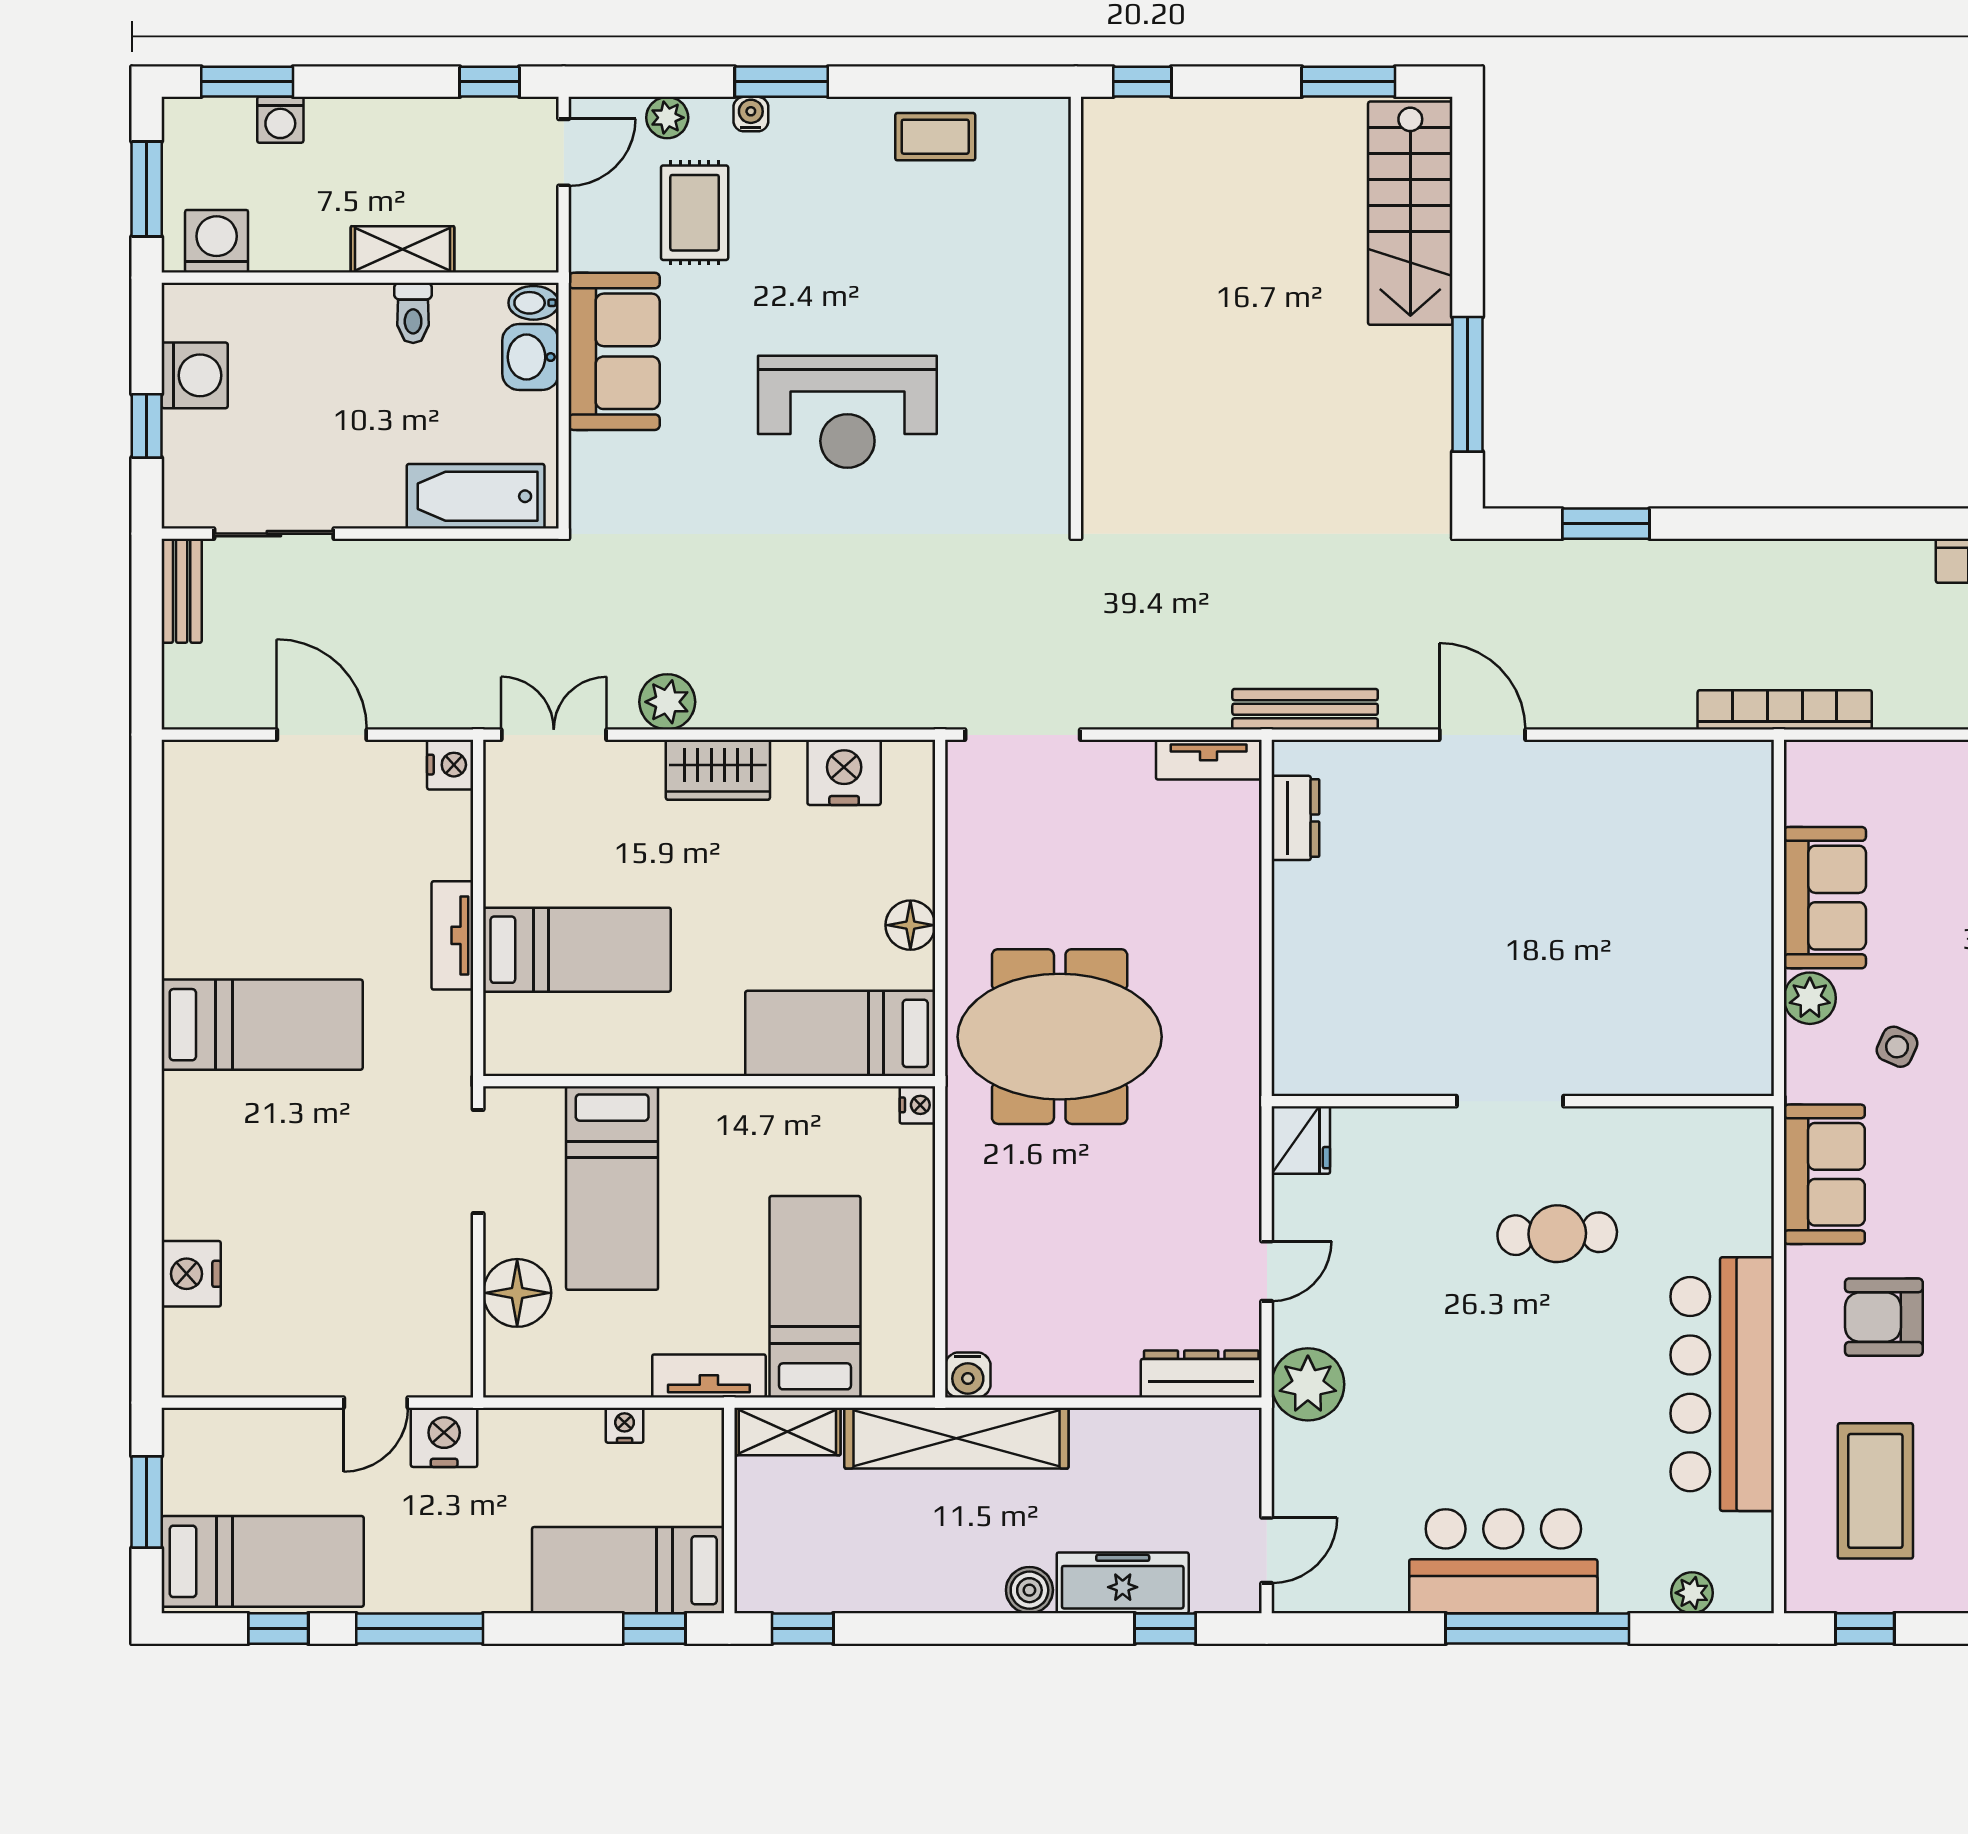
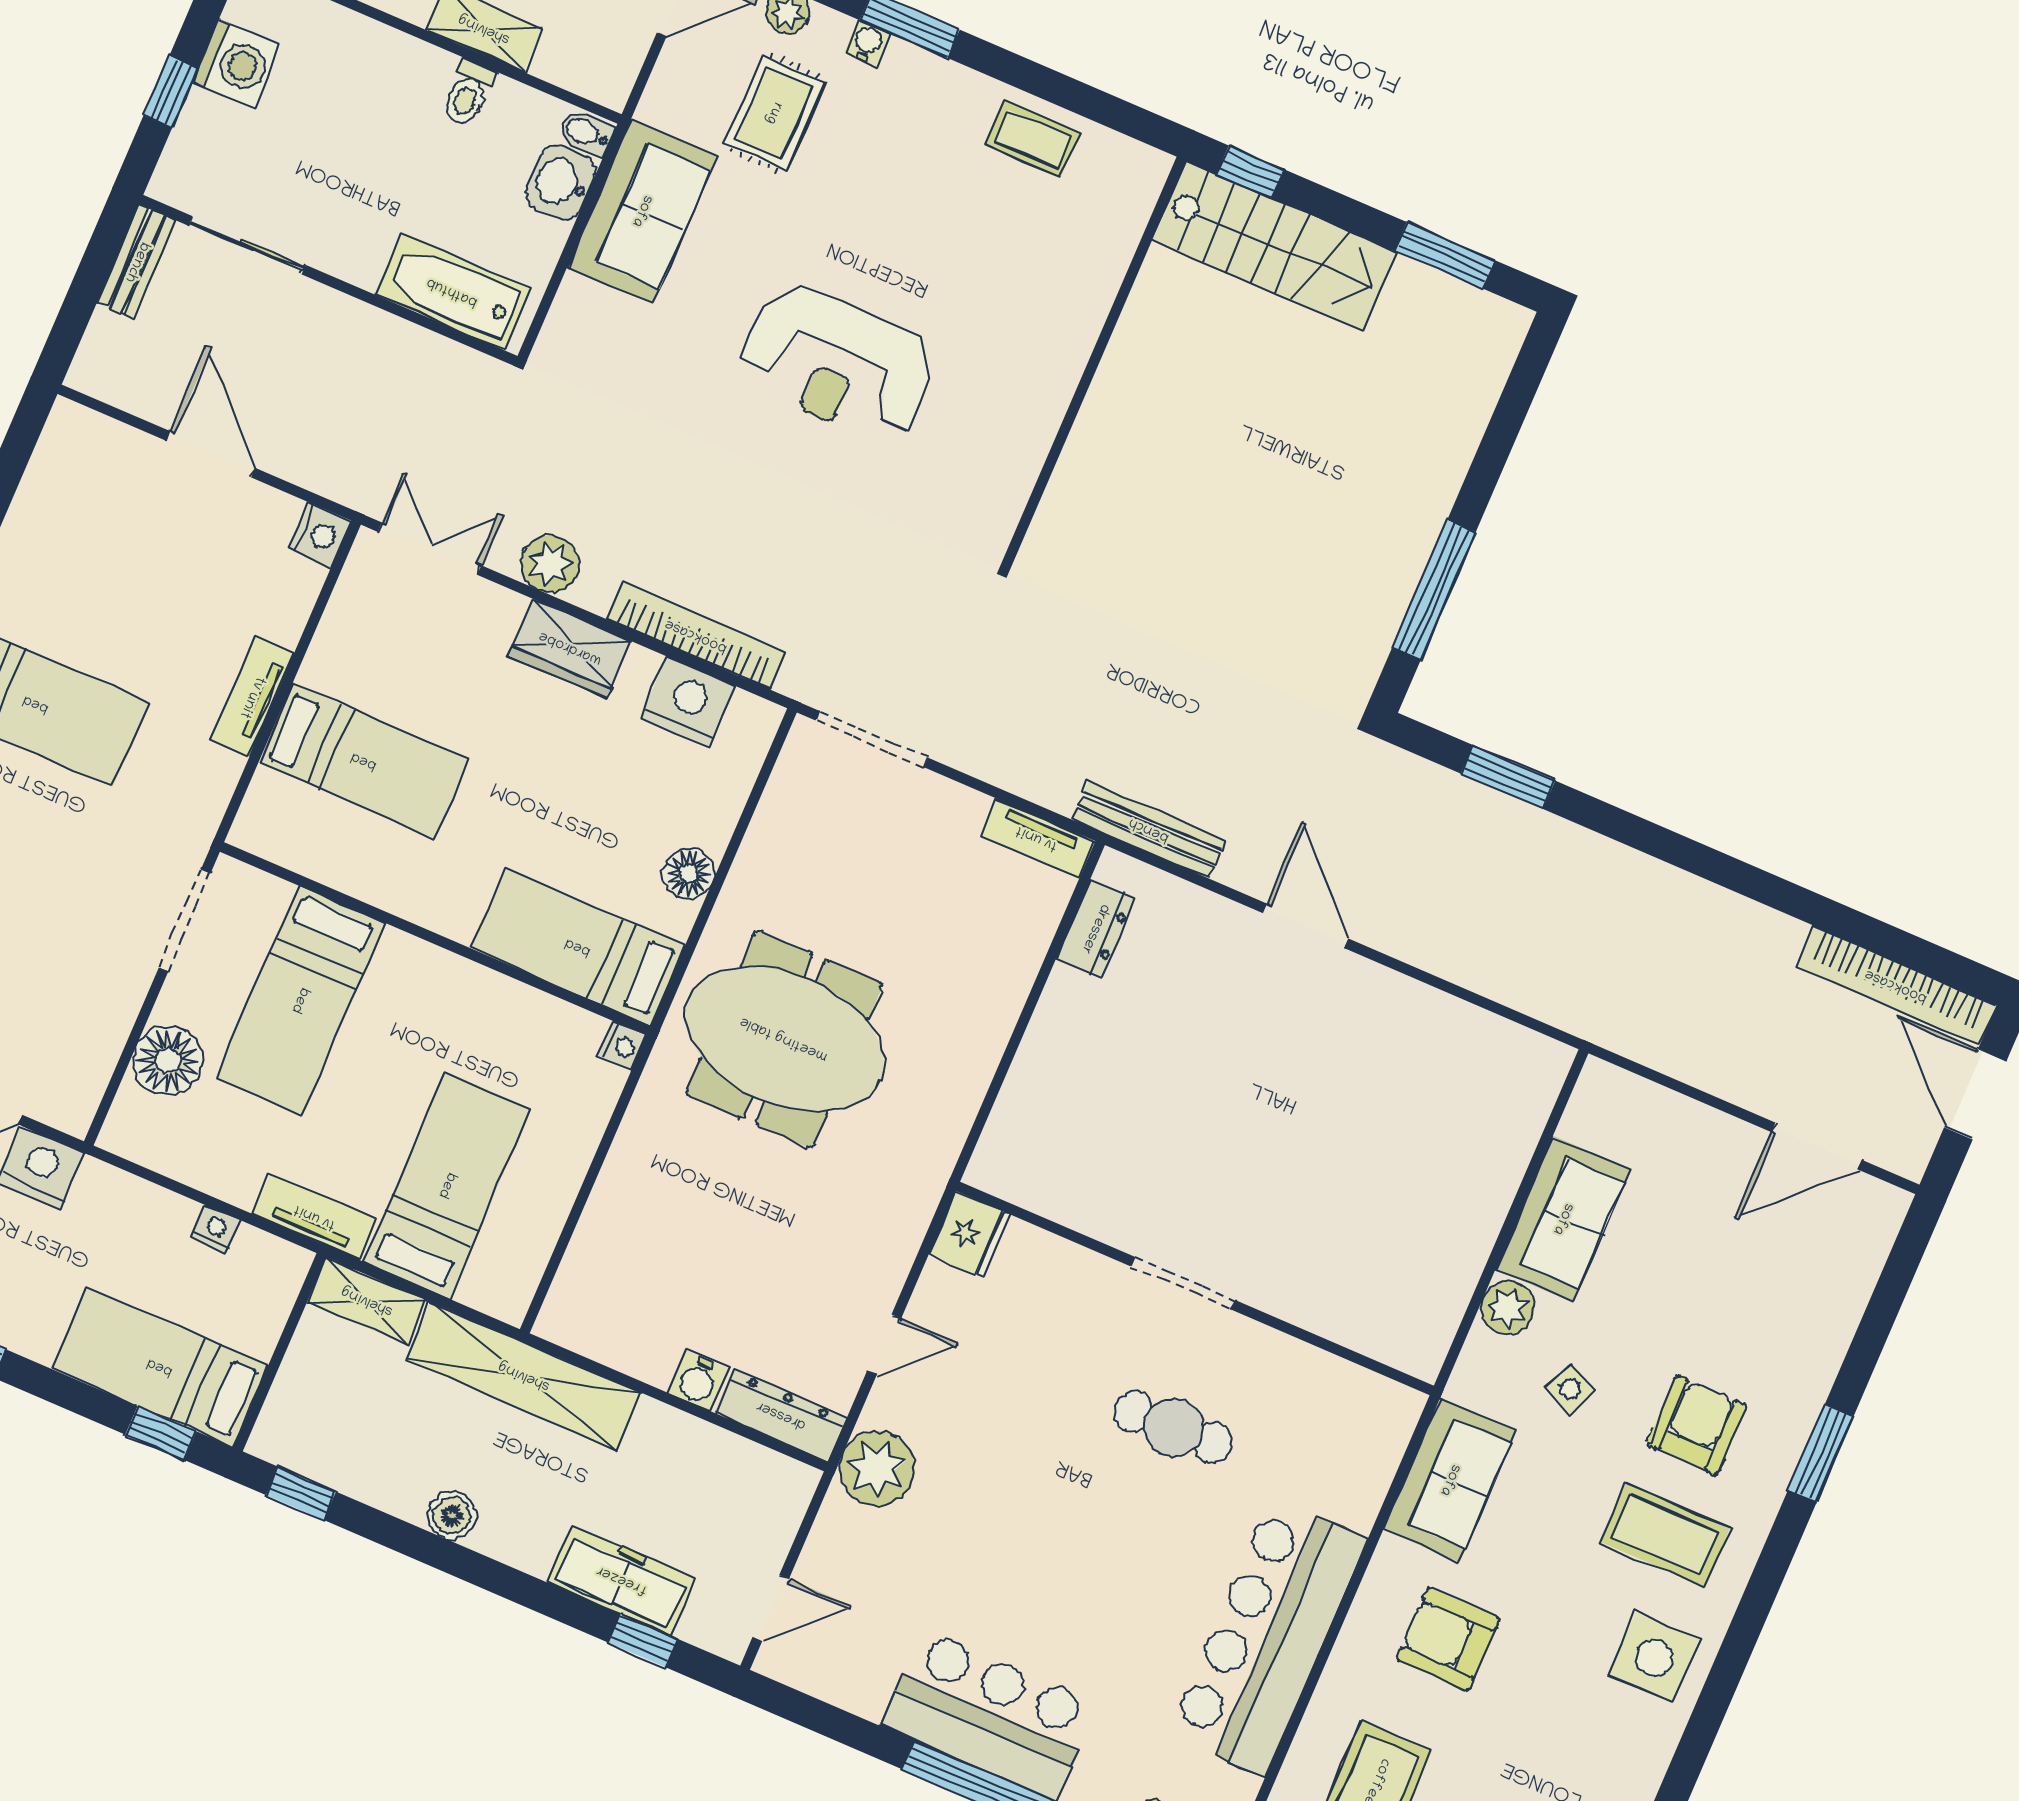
stairs: (1410, 213) -> (1274, 246), moved, turned -90
bookcase: (1785, 710) -> (696, 636), moved
water cooler: (968, 1375) -> (698, 1381), moved
boiler: (1029, 1590) -> (452, 1515), moved

